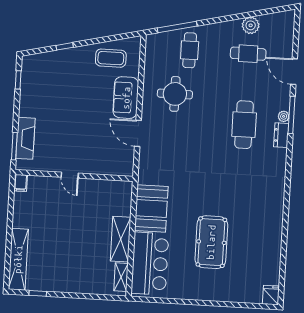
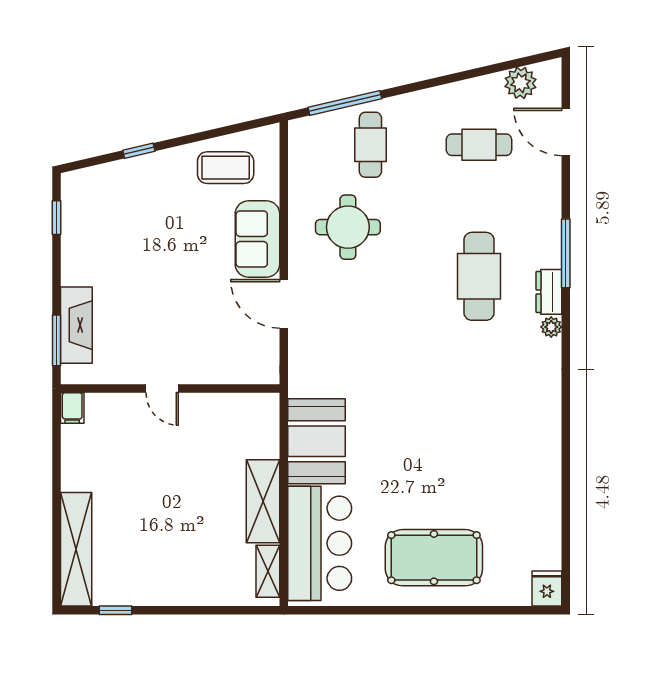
plant: (251, 25) -> (520, 83), moved
door: (294, 72) -> (566, 132), moved
plant: (284, 116) -> (551, 327), moved
pool table: (211, 242) -> (434, 558), moved, turned 90

